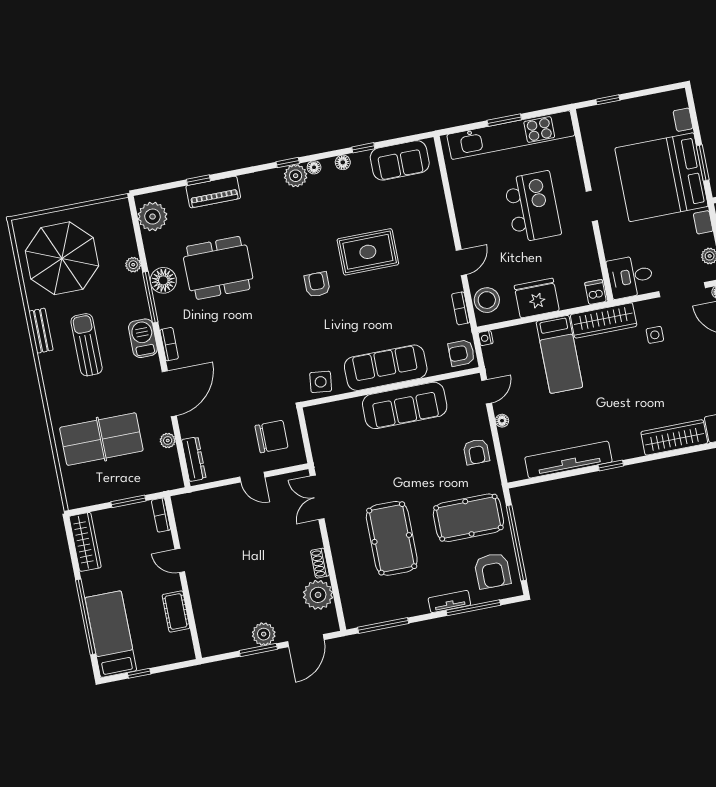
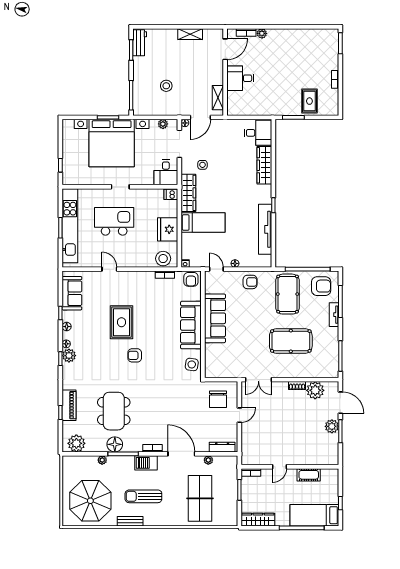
door: (461, 262) -> (109, 269), moved
chair: (271, 437) -> (218, 399), turned 180

